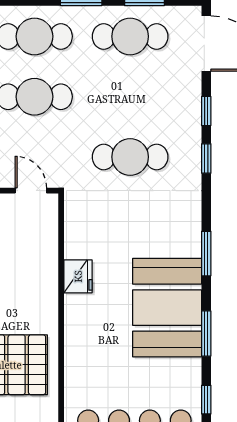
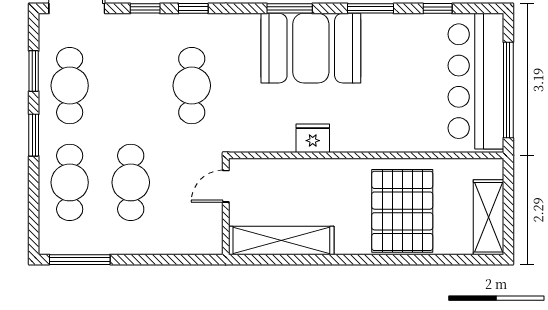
booth: (167, 308) -> (311, 48), moved

